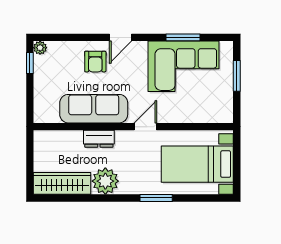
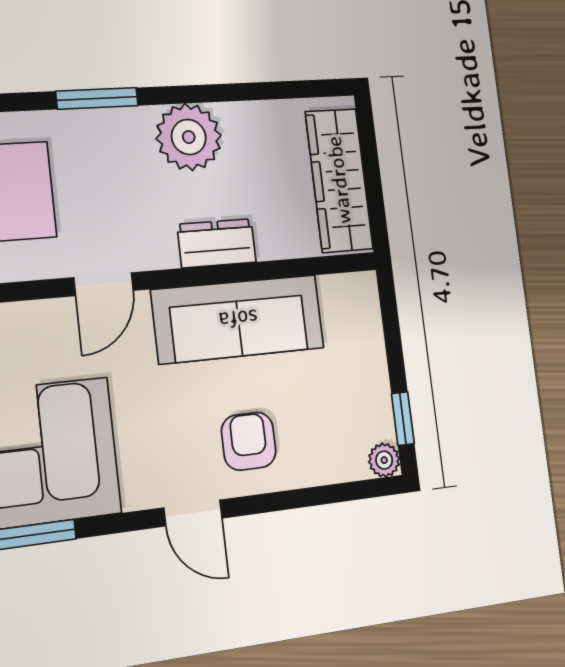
door: (121, 37) -> (193, 513), swing flipped
wardrobe: (62, 183) -> (339, 180), moved, turned 90
window: (156, 198) -> (97, 98), moved

